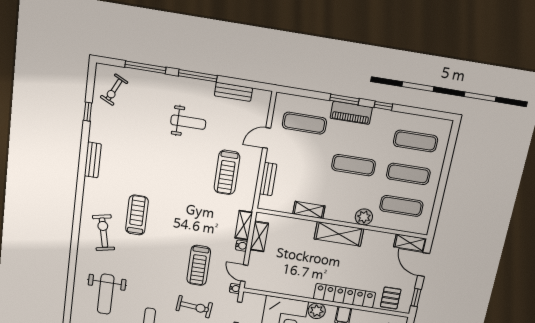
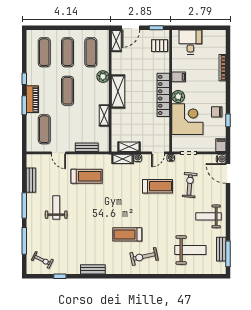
locker: (344, 296) -> (163, 95), moved

